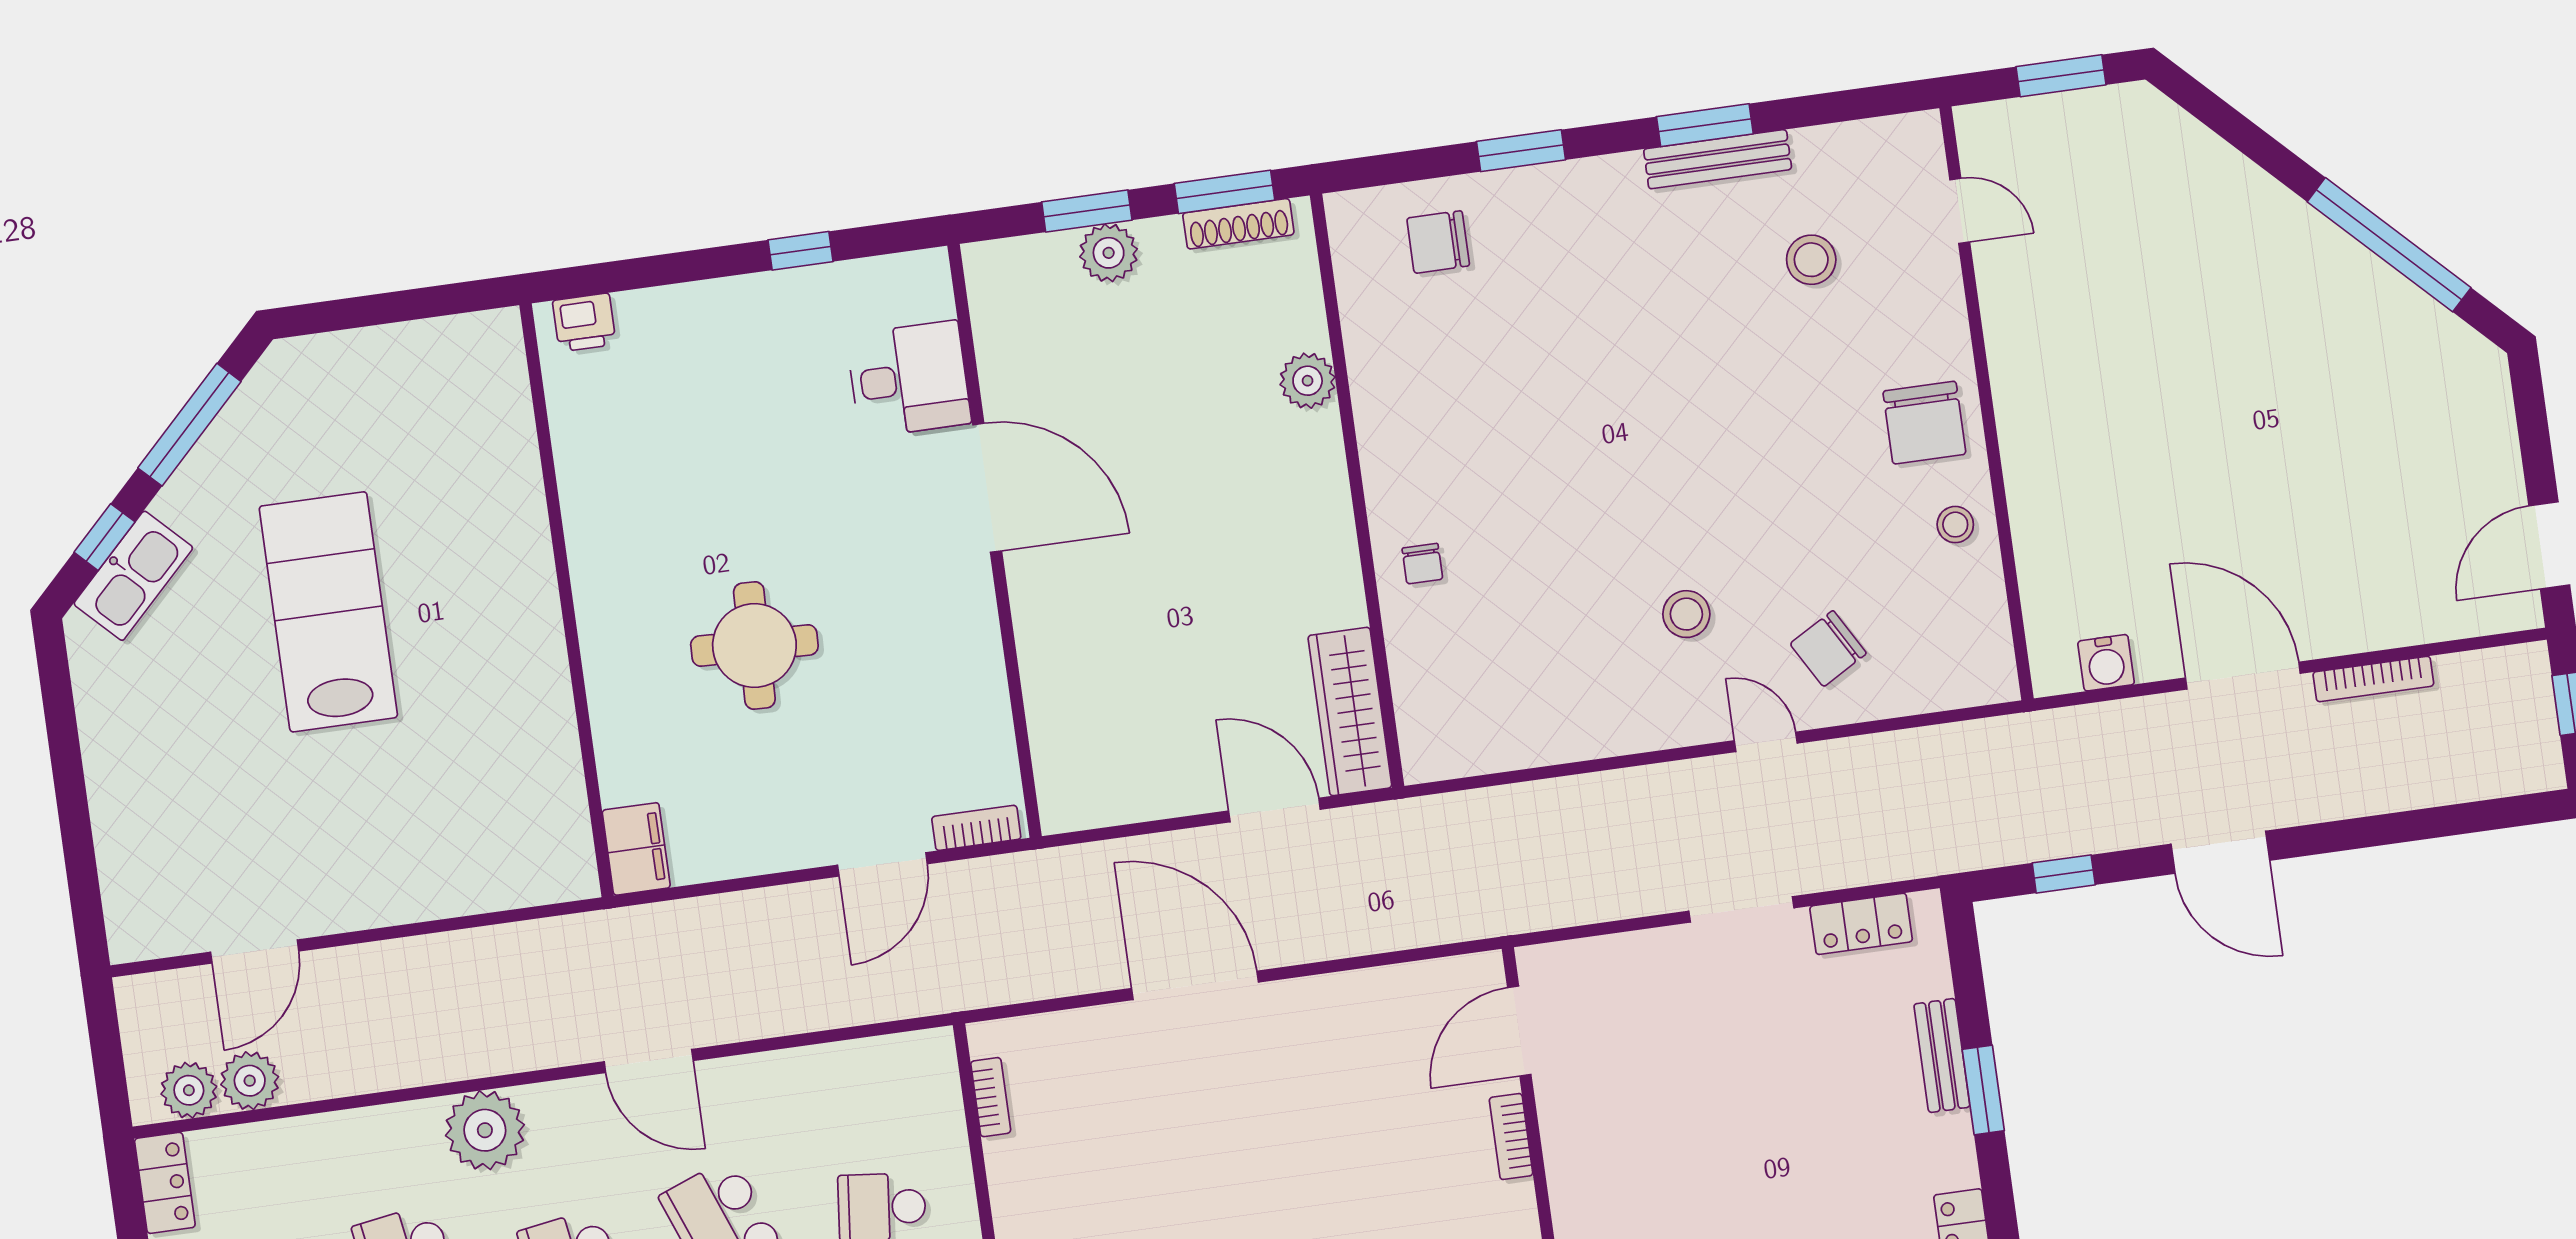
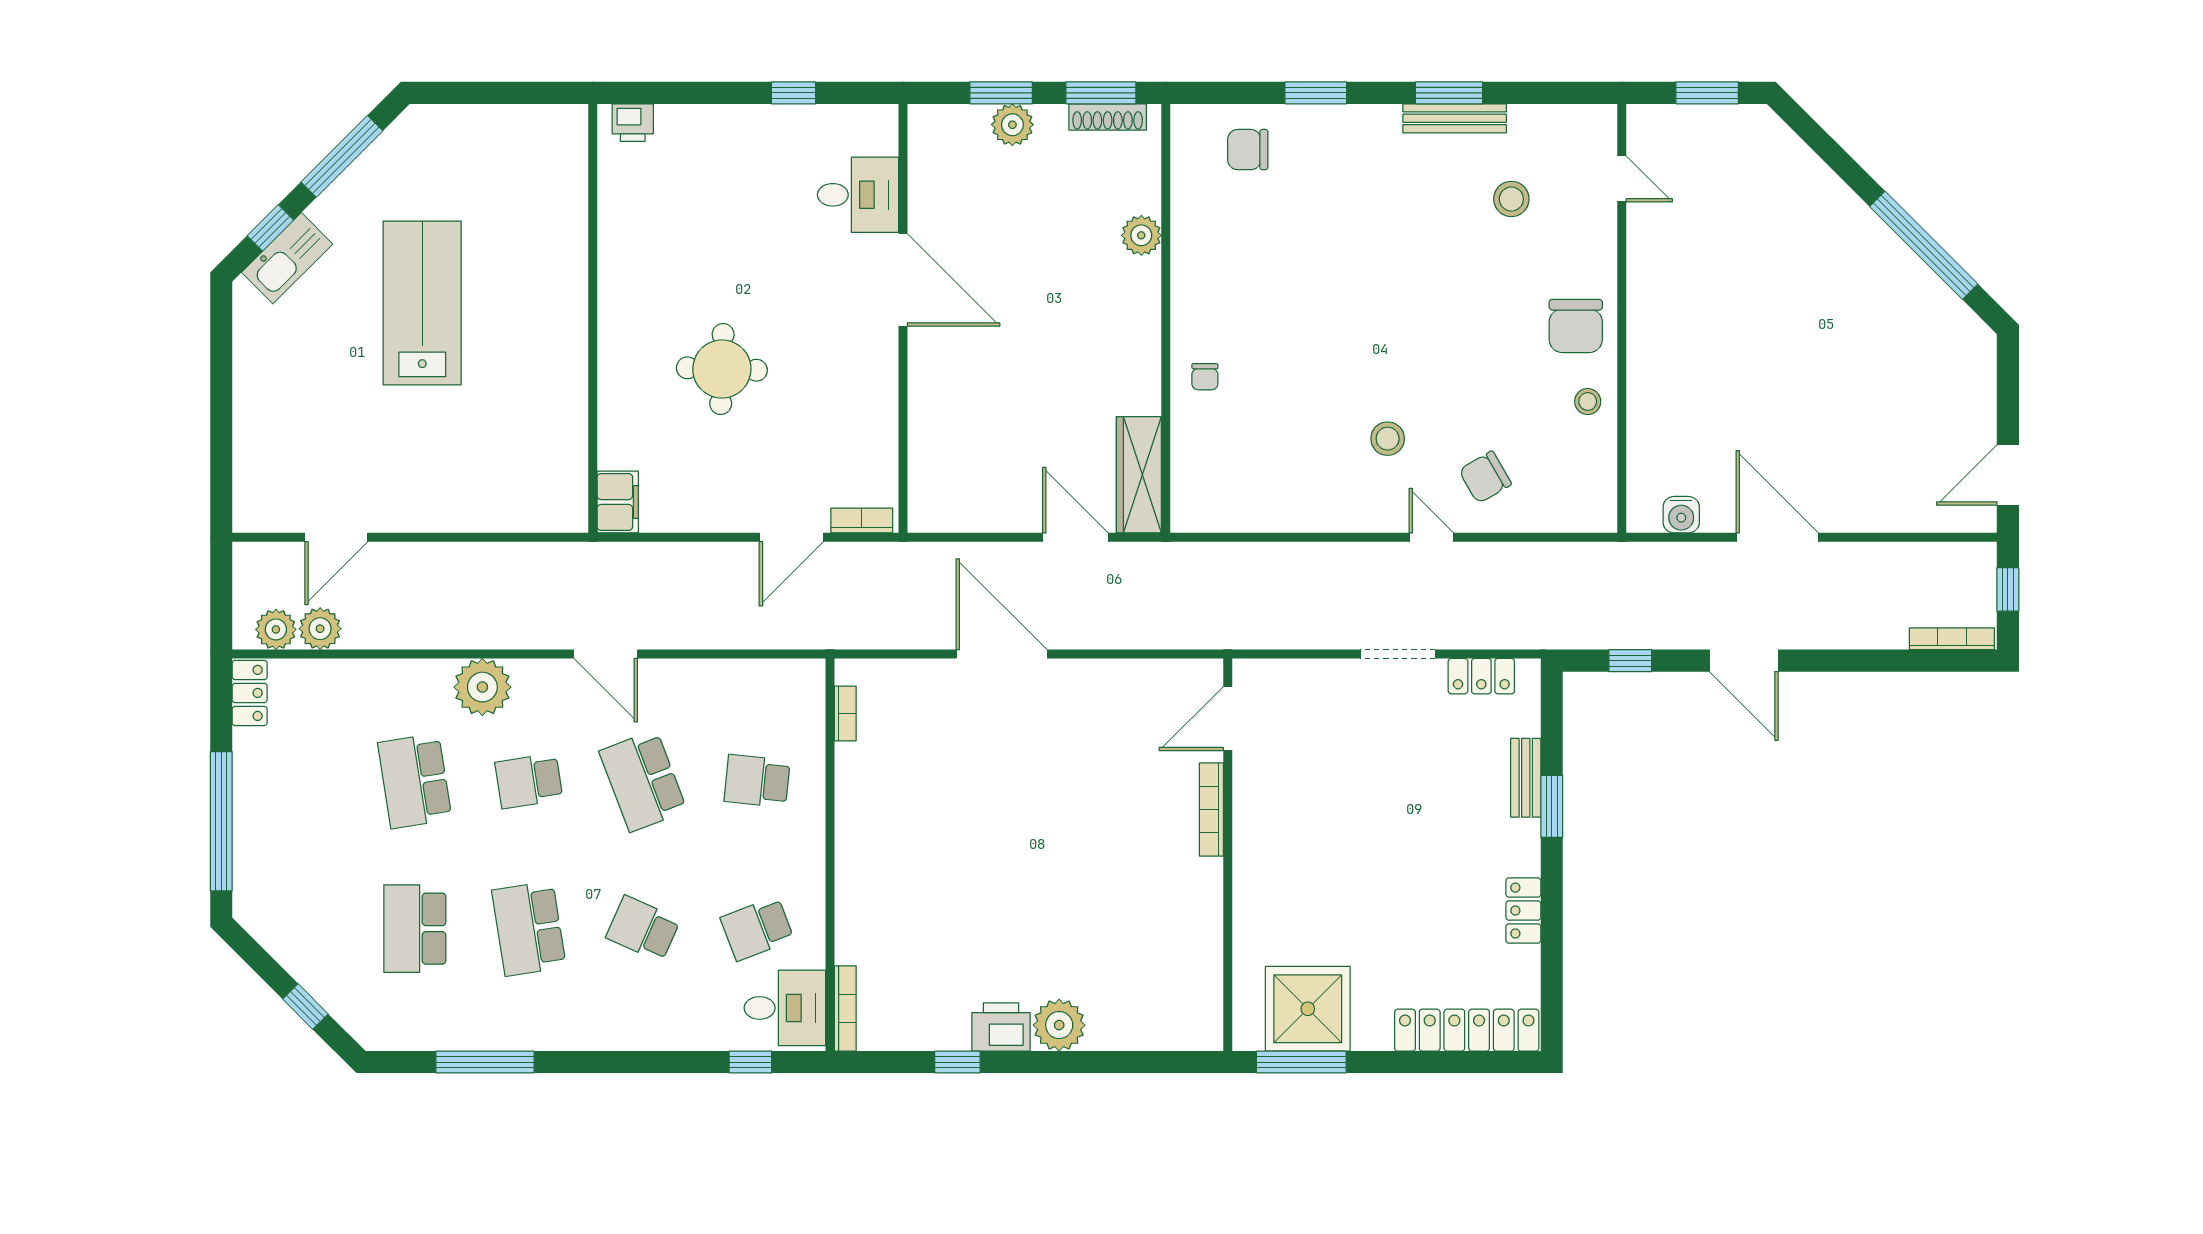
bookcase: (2373, 679) -> (1952, 639), moved, turned 180
bookcase: (1511, 1137) -> (1211, 810), width x1.56

